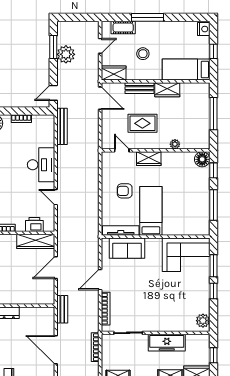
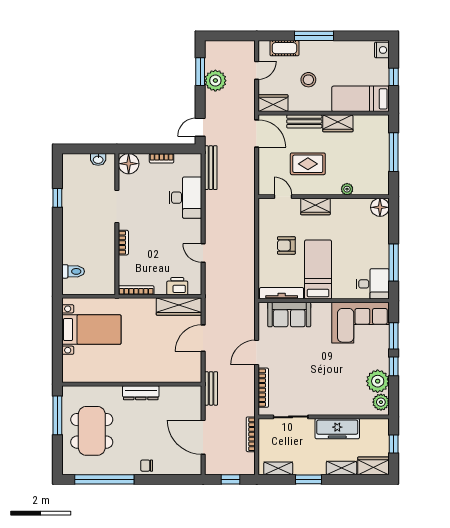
desk: (41, 165) -> (185, 198), moved
window: (213, 170) -> (394, 221), removed
desk: (196, 223) -> (373, 284), added
plant: (200, 303) -> (378, 381), added

